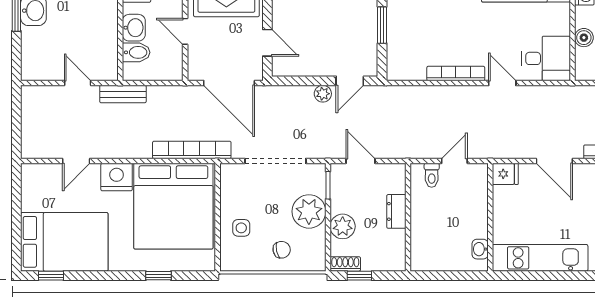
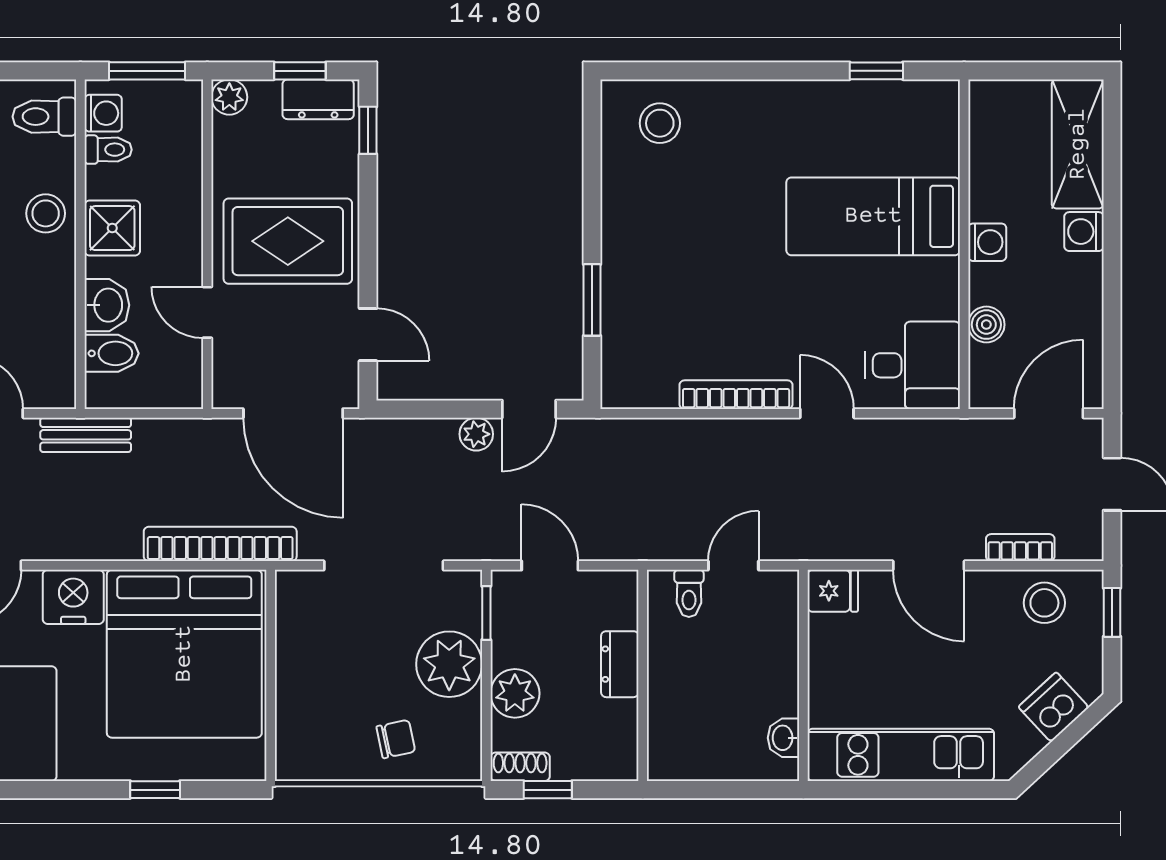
side table: (241, 228) -> (317, 696), removed

